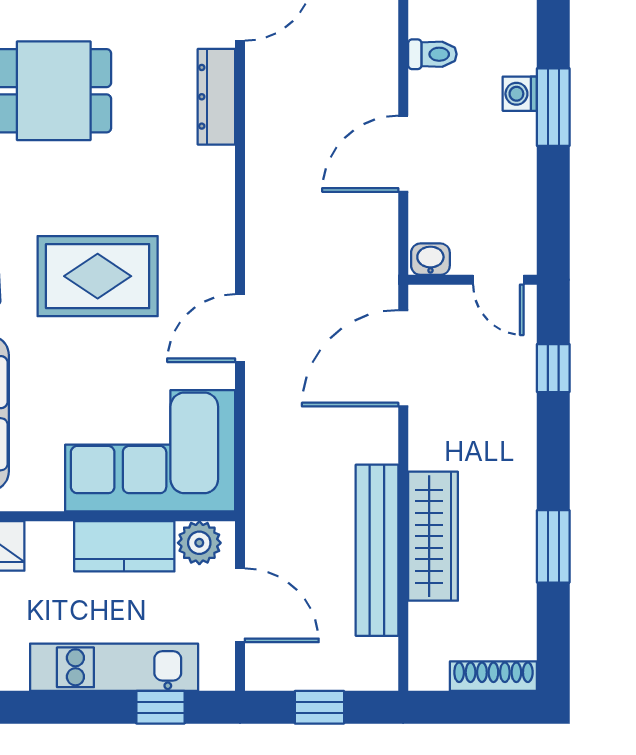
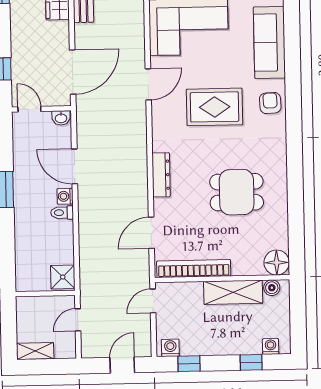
washing machine: (520, 94) -> (65, 196), moved, turned 180
dresser: (216, 97) -> (161, 175), moved
door: (403, 154) -> (75, 166), swing flipped

